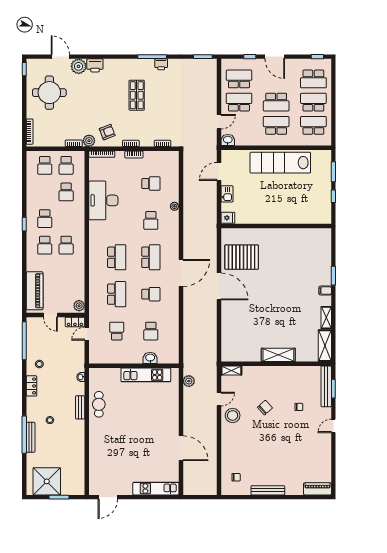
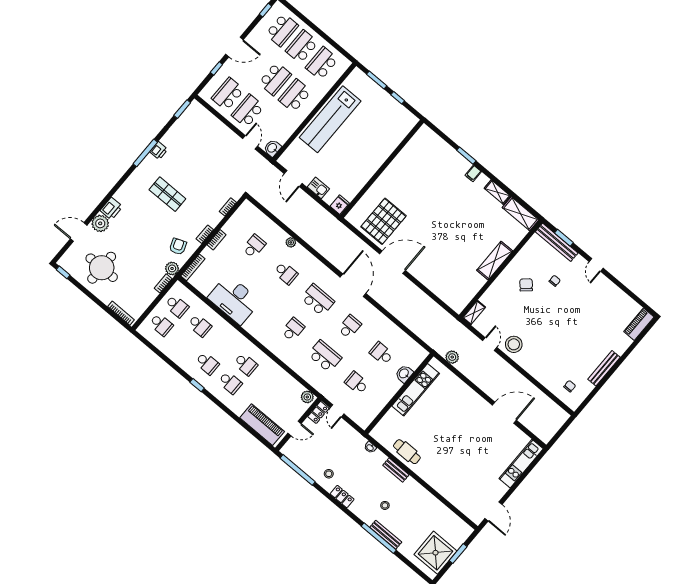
school desk: (117, 257) -> (293, 329), width x0.54
school desk: (151, 331) -> (381, 353), turned 180
chair: (265, 408) -> (526, 285), moved

